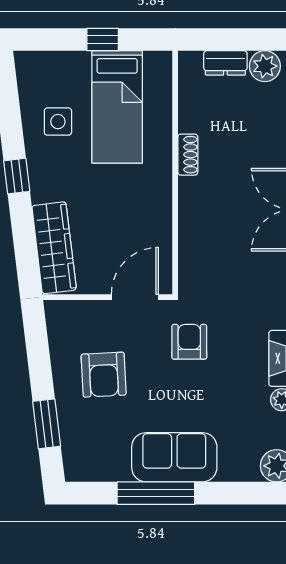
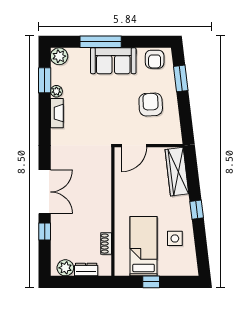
shoe rack: (188, 155) -> (106, 244), moved
armchair: (189, 342) -> (155, 59), moved
window: (156, 493) -> (101, 42), moved

